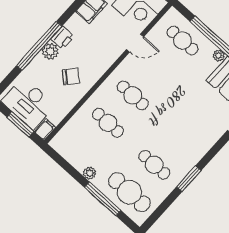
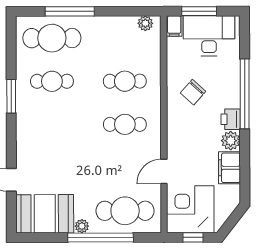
cafe table: (182, 40) -> (125, 211), width x1.37, depth x1.35
plant: (50, 51) -> (231, 141), moved
plant: (90, 173) -> (145, 23), moved

